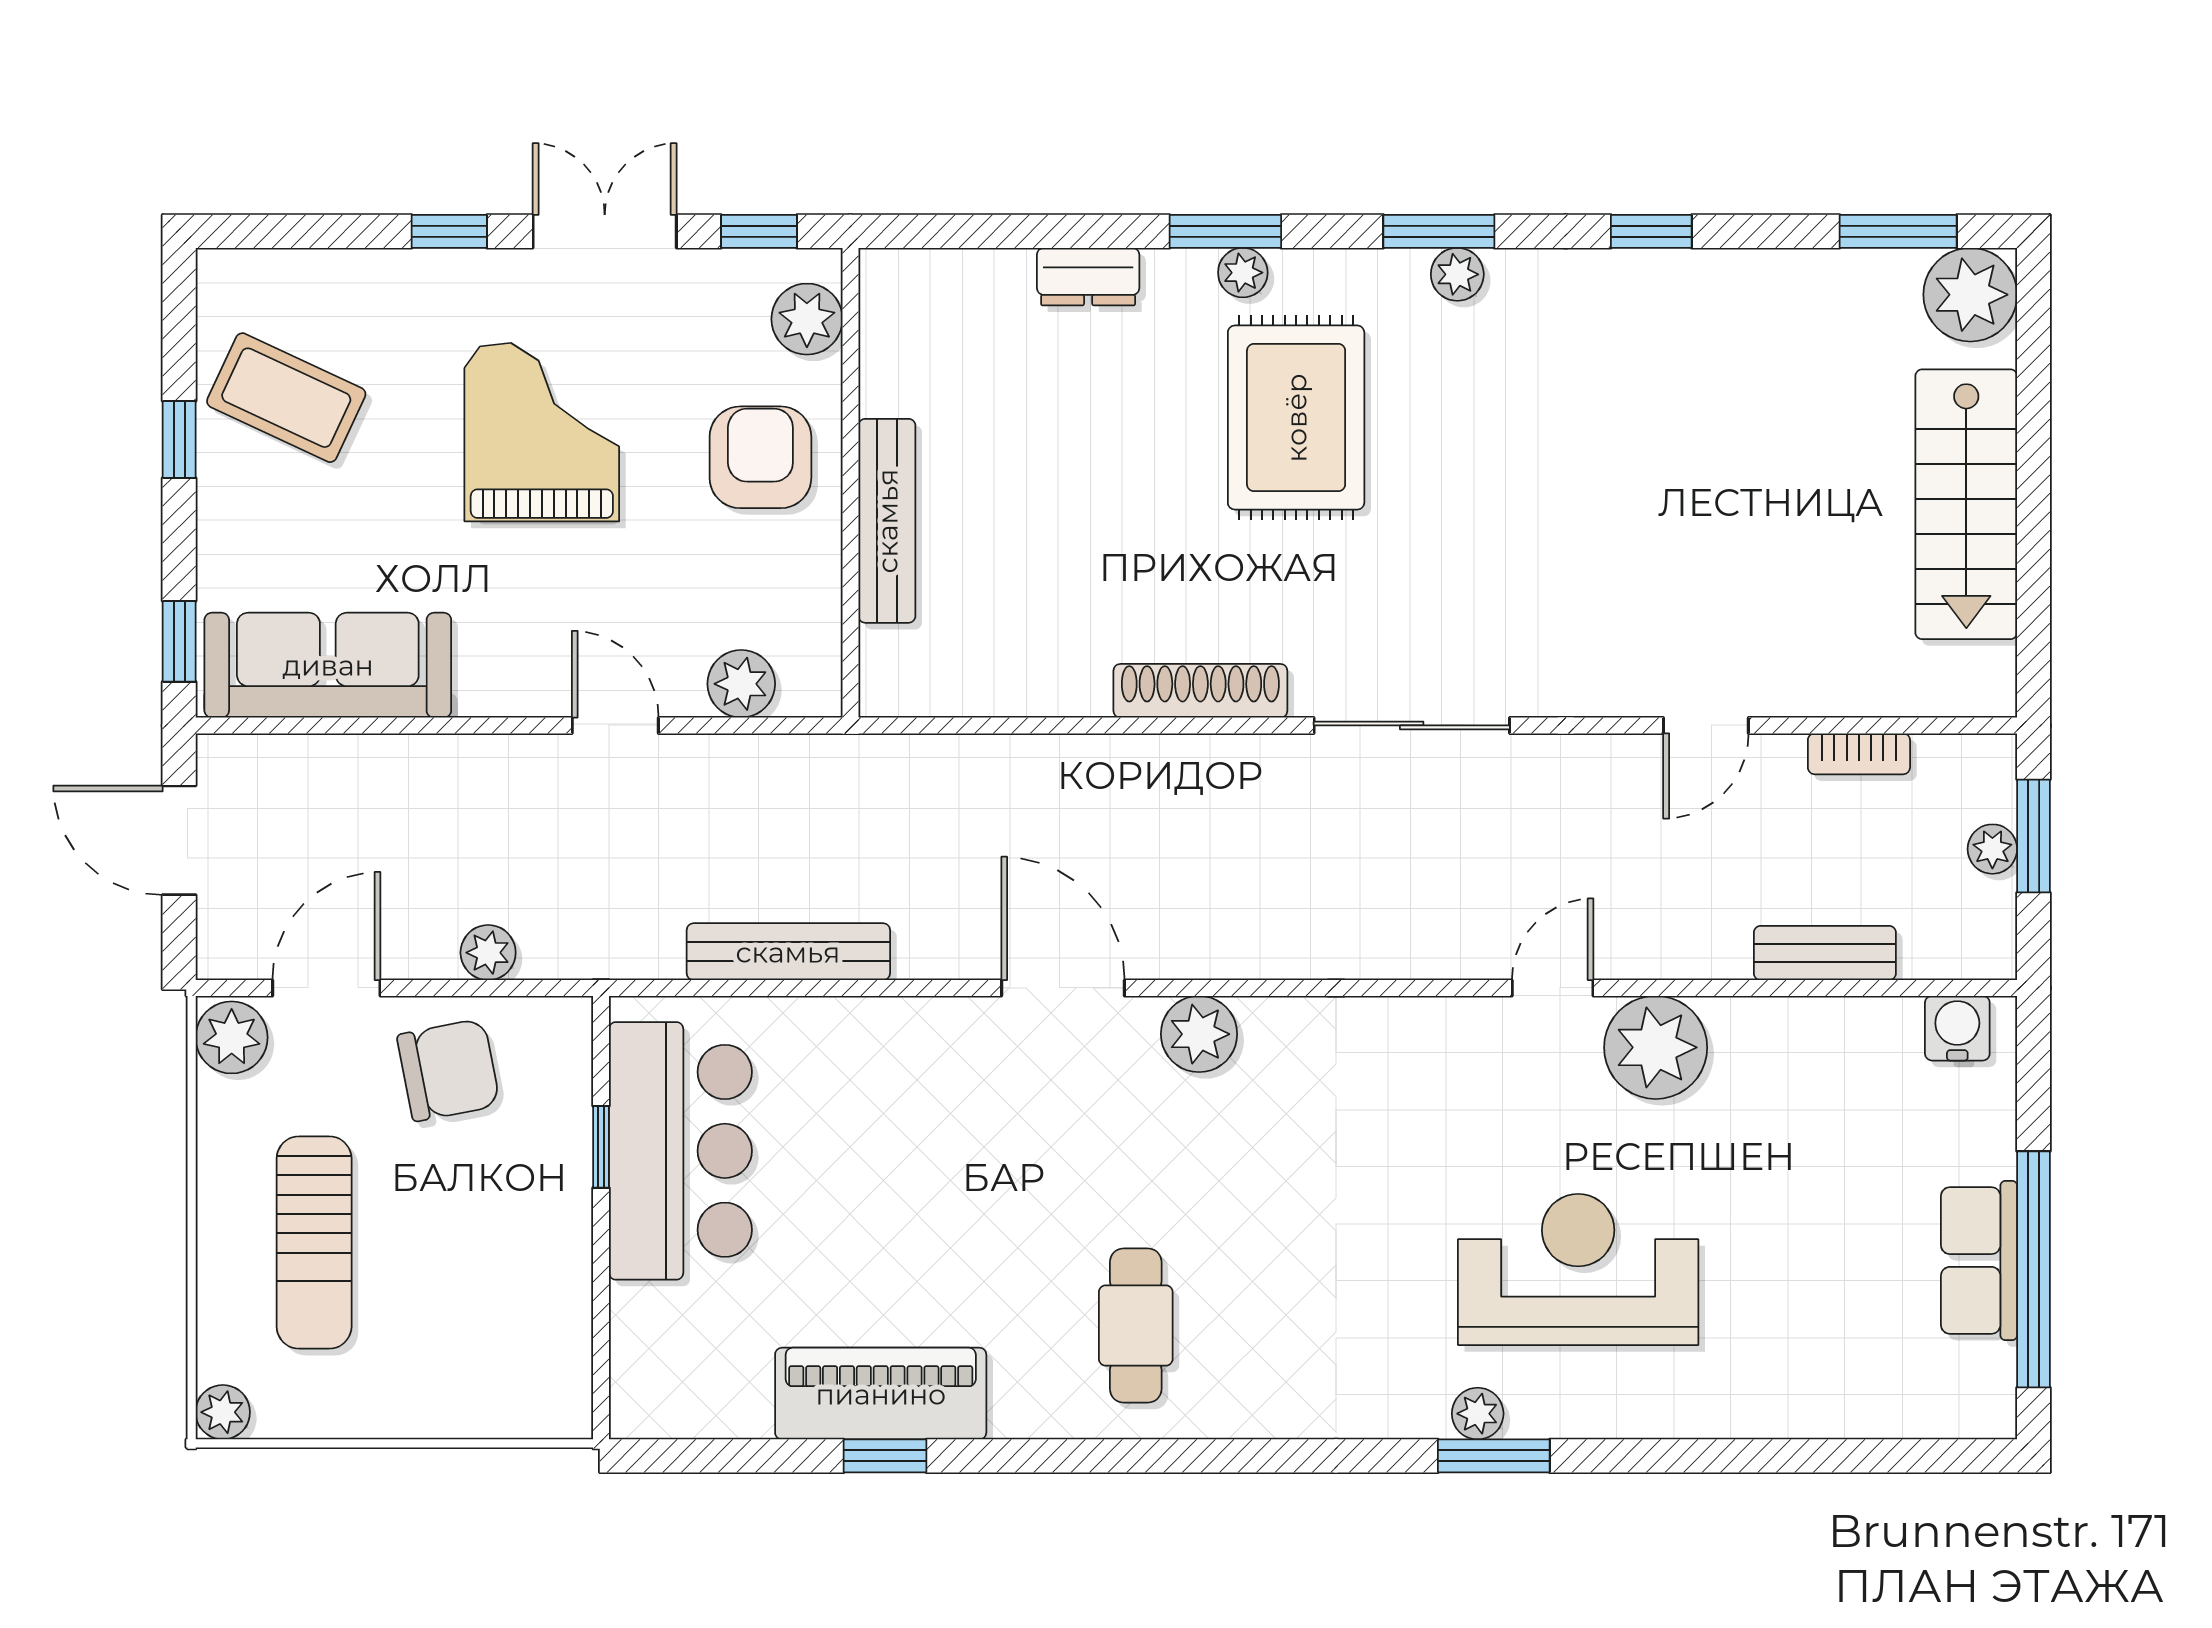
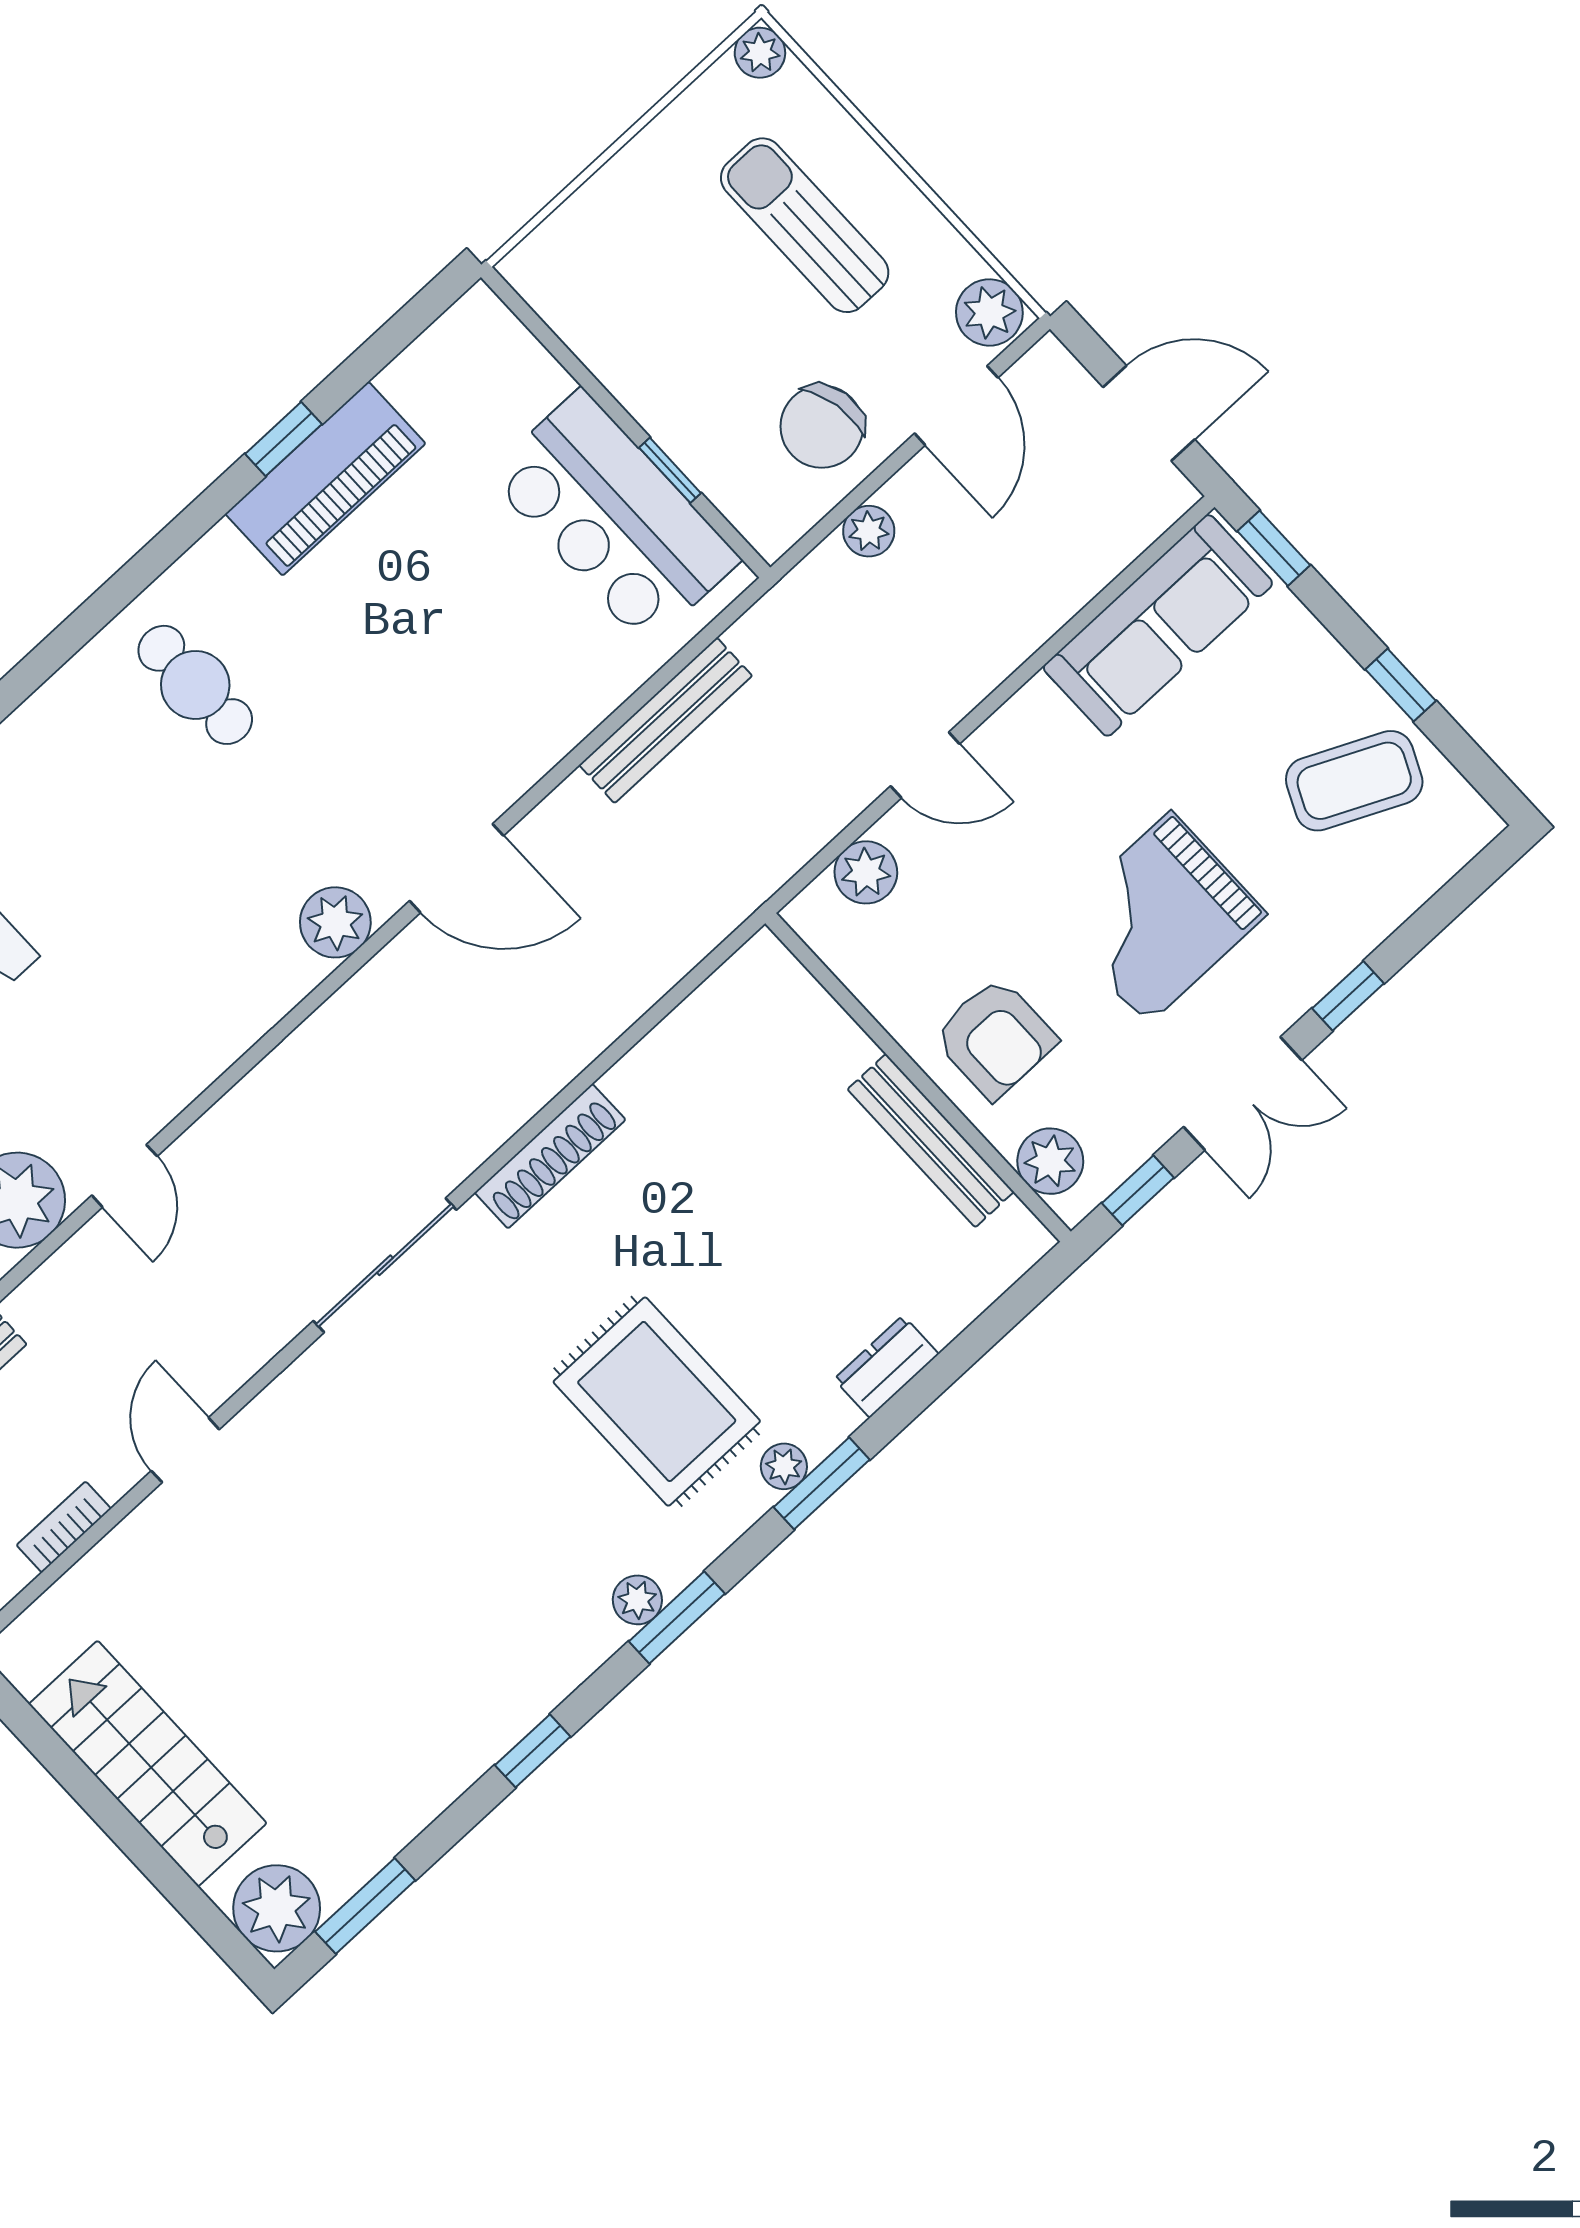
grand piano: (542, 432) -> (1159, 918), turned 90
bench: (887, 521) -> (931, 1141), moved

